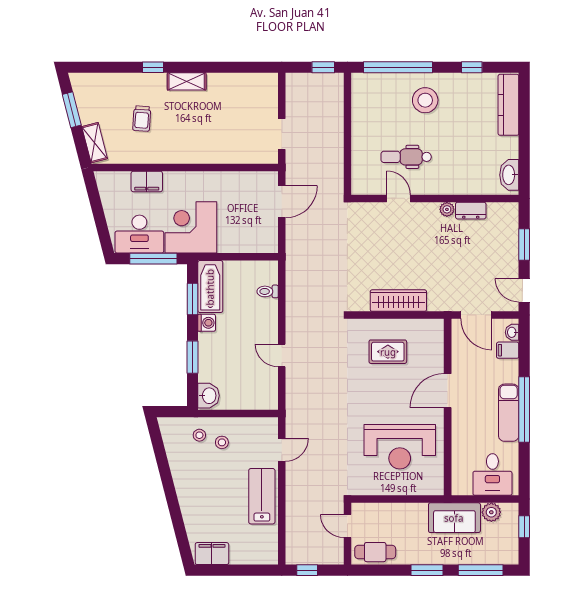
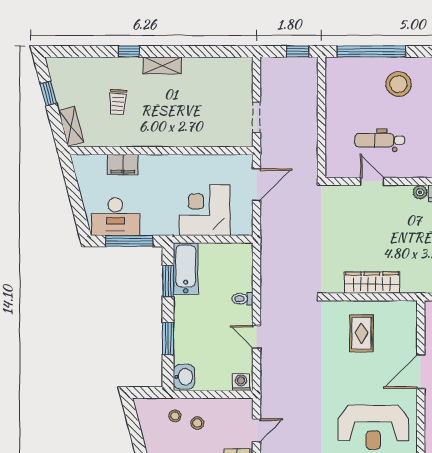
window: (72, 110) -> (48, 93), width x0.67
corner desk: (191, 227) -> (205, 210), moved
toilet: (268, 291) -> (242, 299), moved
washing machine: (207, 323) -> (241, 382), moved, turned -90
rug: (388, 352) -> (361, 333), turned 90

